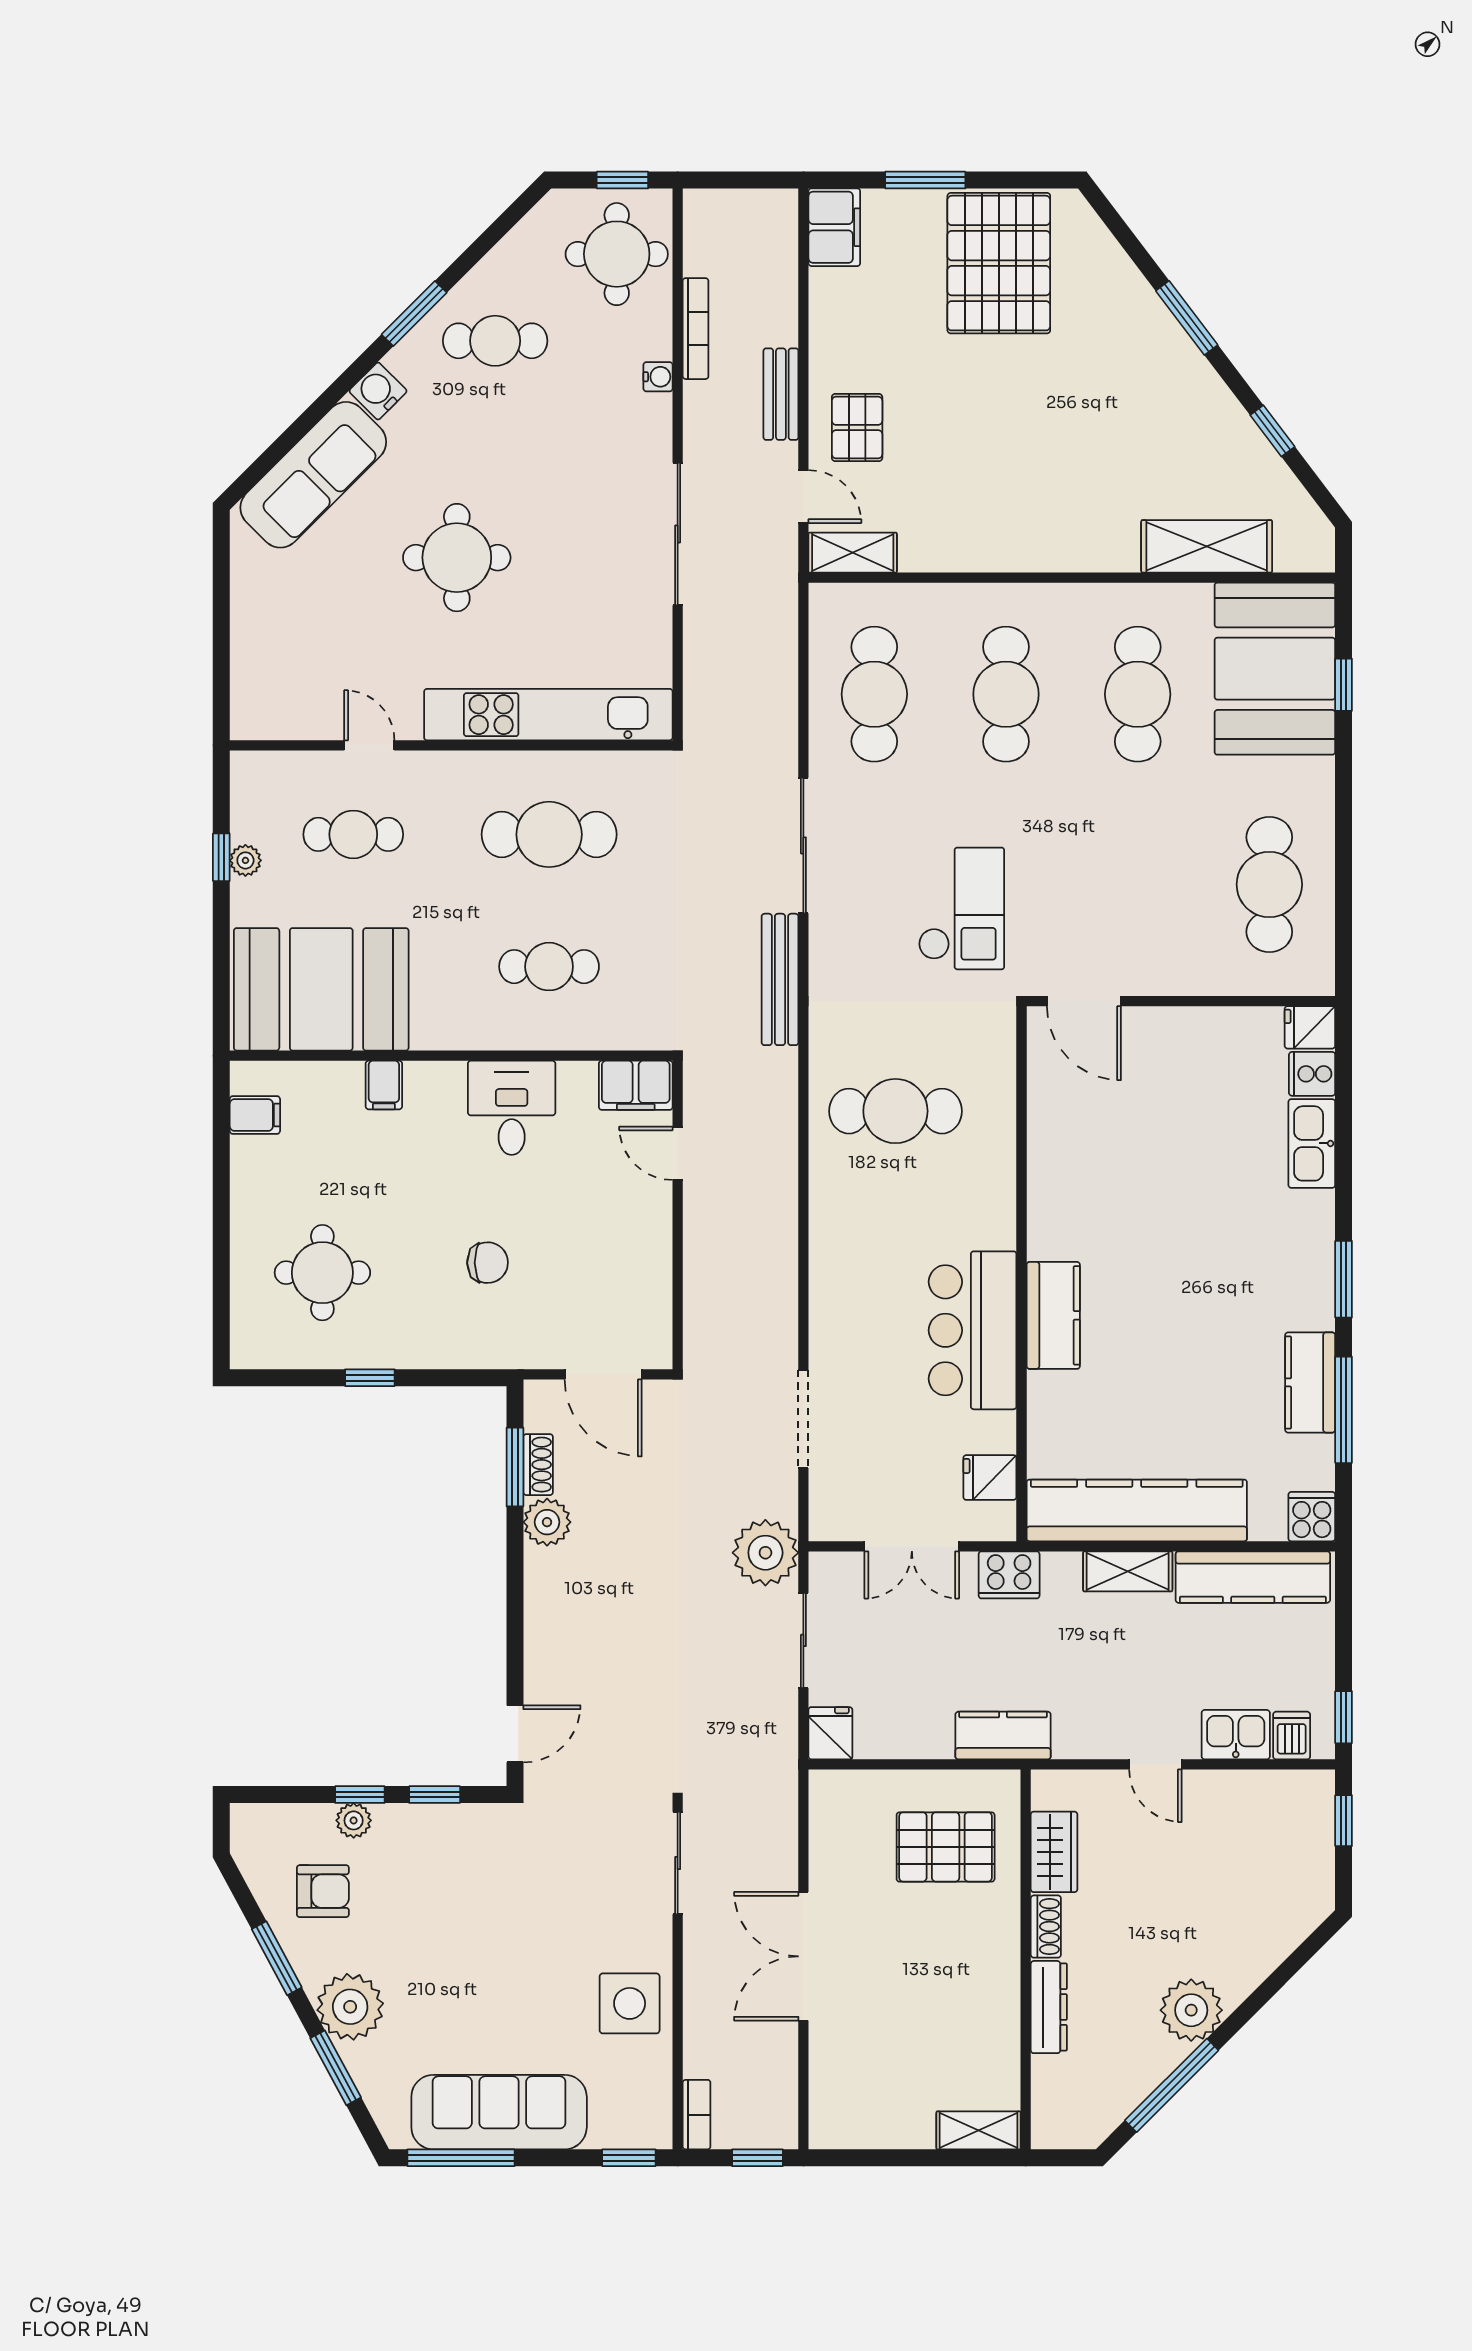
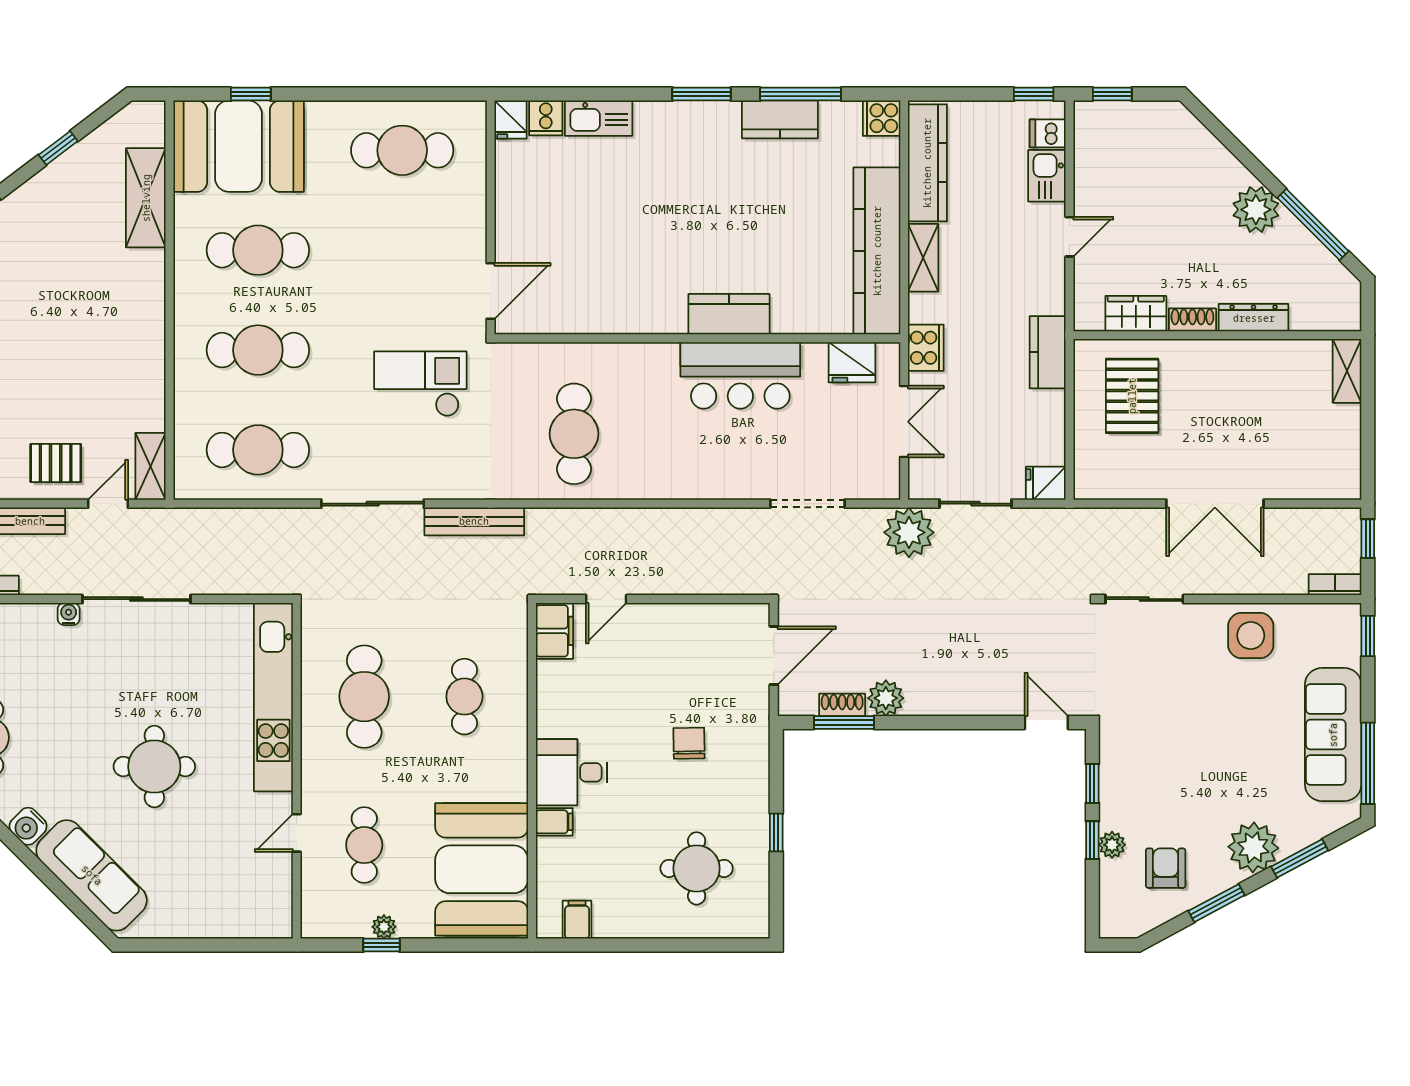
water cooler: (658, 377) -> (69, 614), moved
desk: (512, 1108) -> (572, 772), moved
fridge: (990, 1478) -> (852, 362), width x1.38

